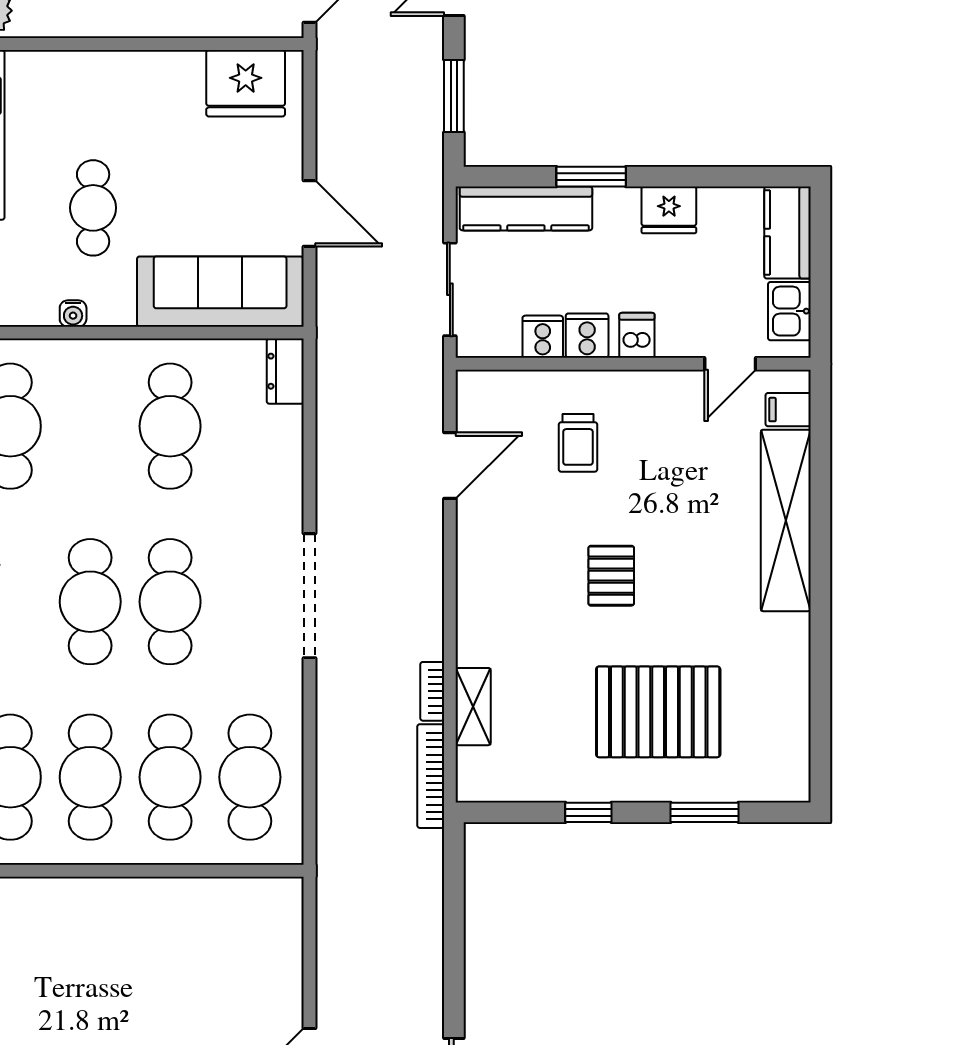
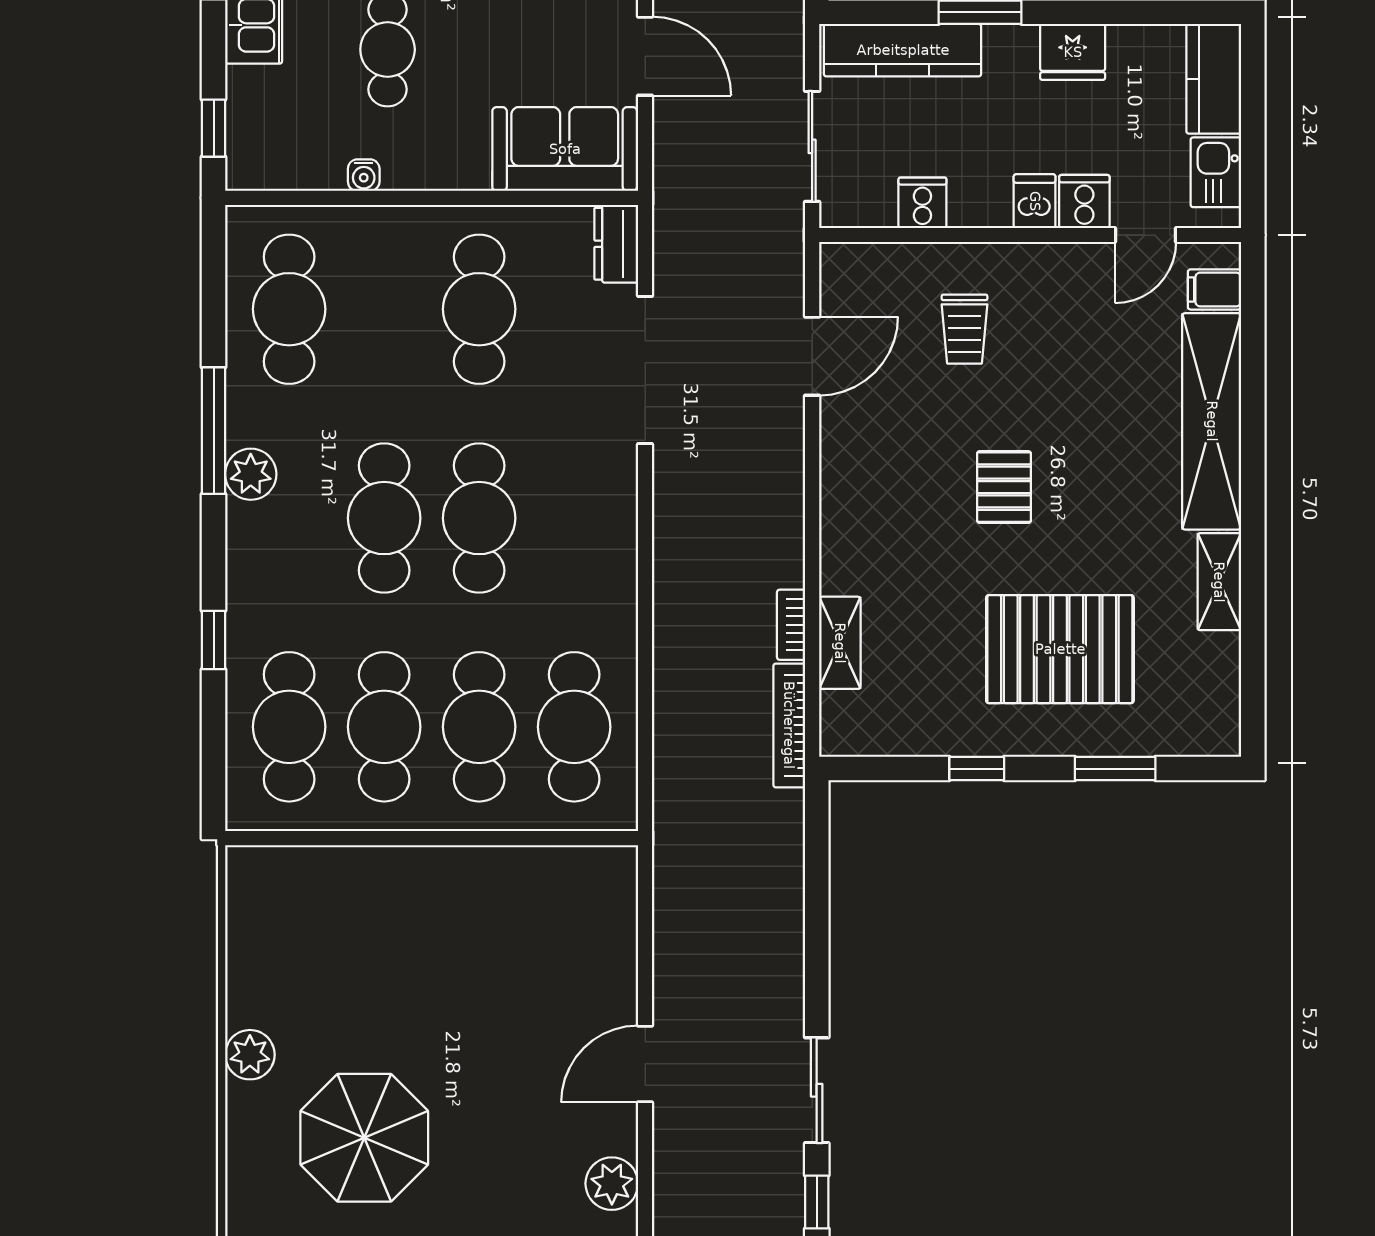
sofa: (220, 292) -> (565, 149), width x0.73
cooker: (587, 336) -> (1084, 201), moved
doorway: (309, 596) -> (645, 370), moved
shelving: (792, 655) -> (1219, 582), added

